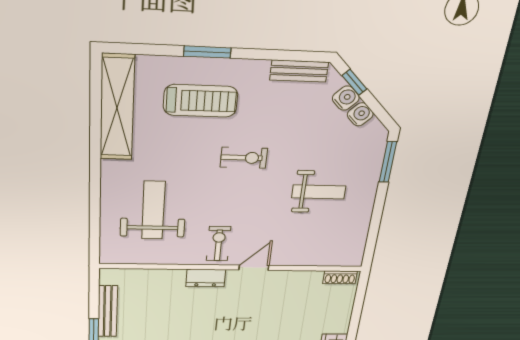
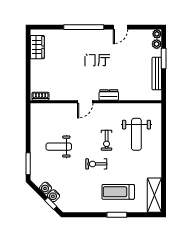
bench: (299, 71) -> (76, 208), removed
shelving: (117, 108) -> (154, 195), width x0.68
exercise bike: (218, 244) -> (107, 140), moved

